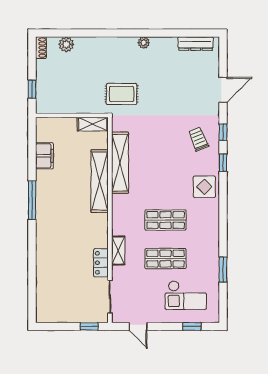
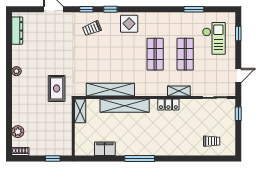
locker: (101, 263) -> (168, 105), moved
trolley: (54, 292) -> (212, 141), added

